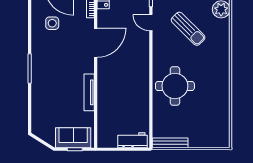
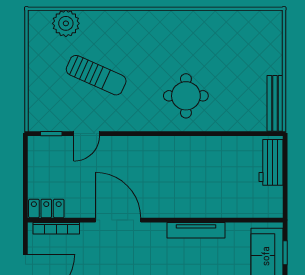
sun lounger: (188, 29) -> (96, 75), turned 69
round table: (175, 86) -> (186, 96), width x0.73, depth x0.73

